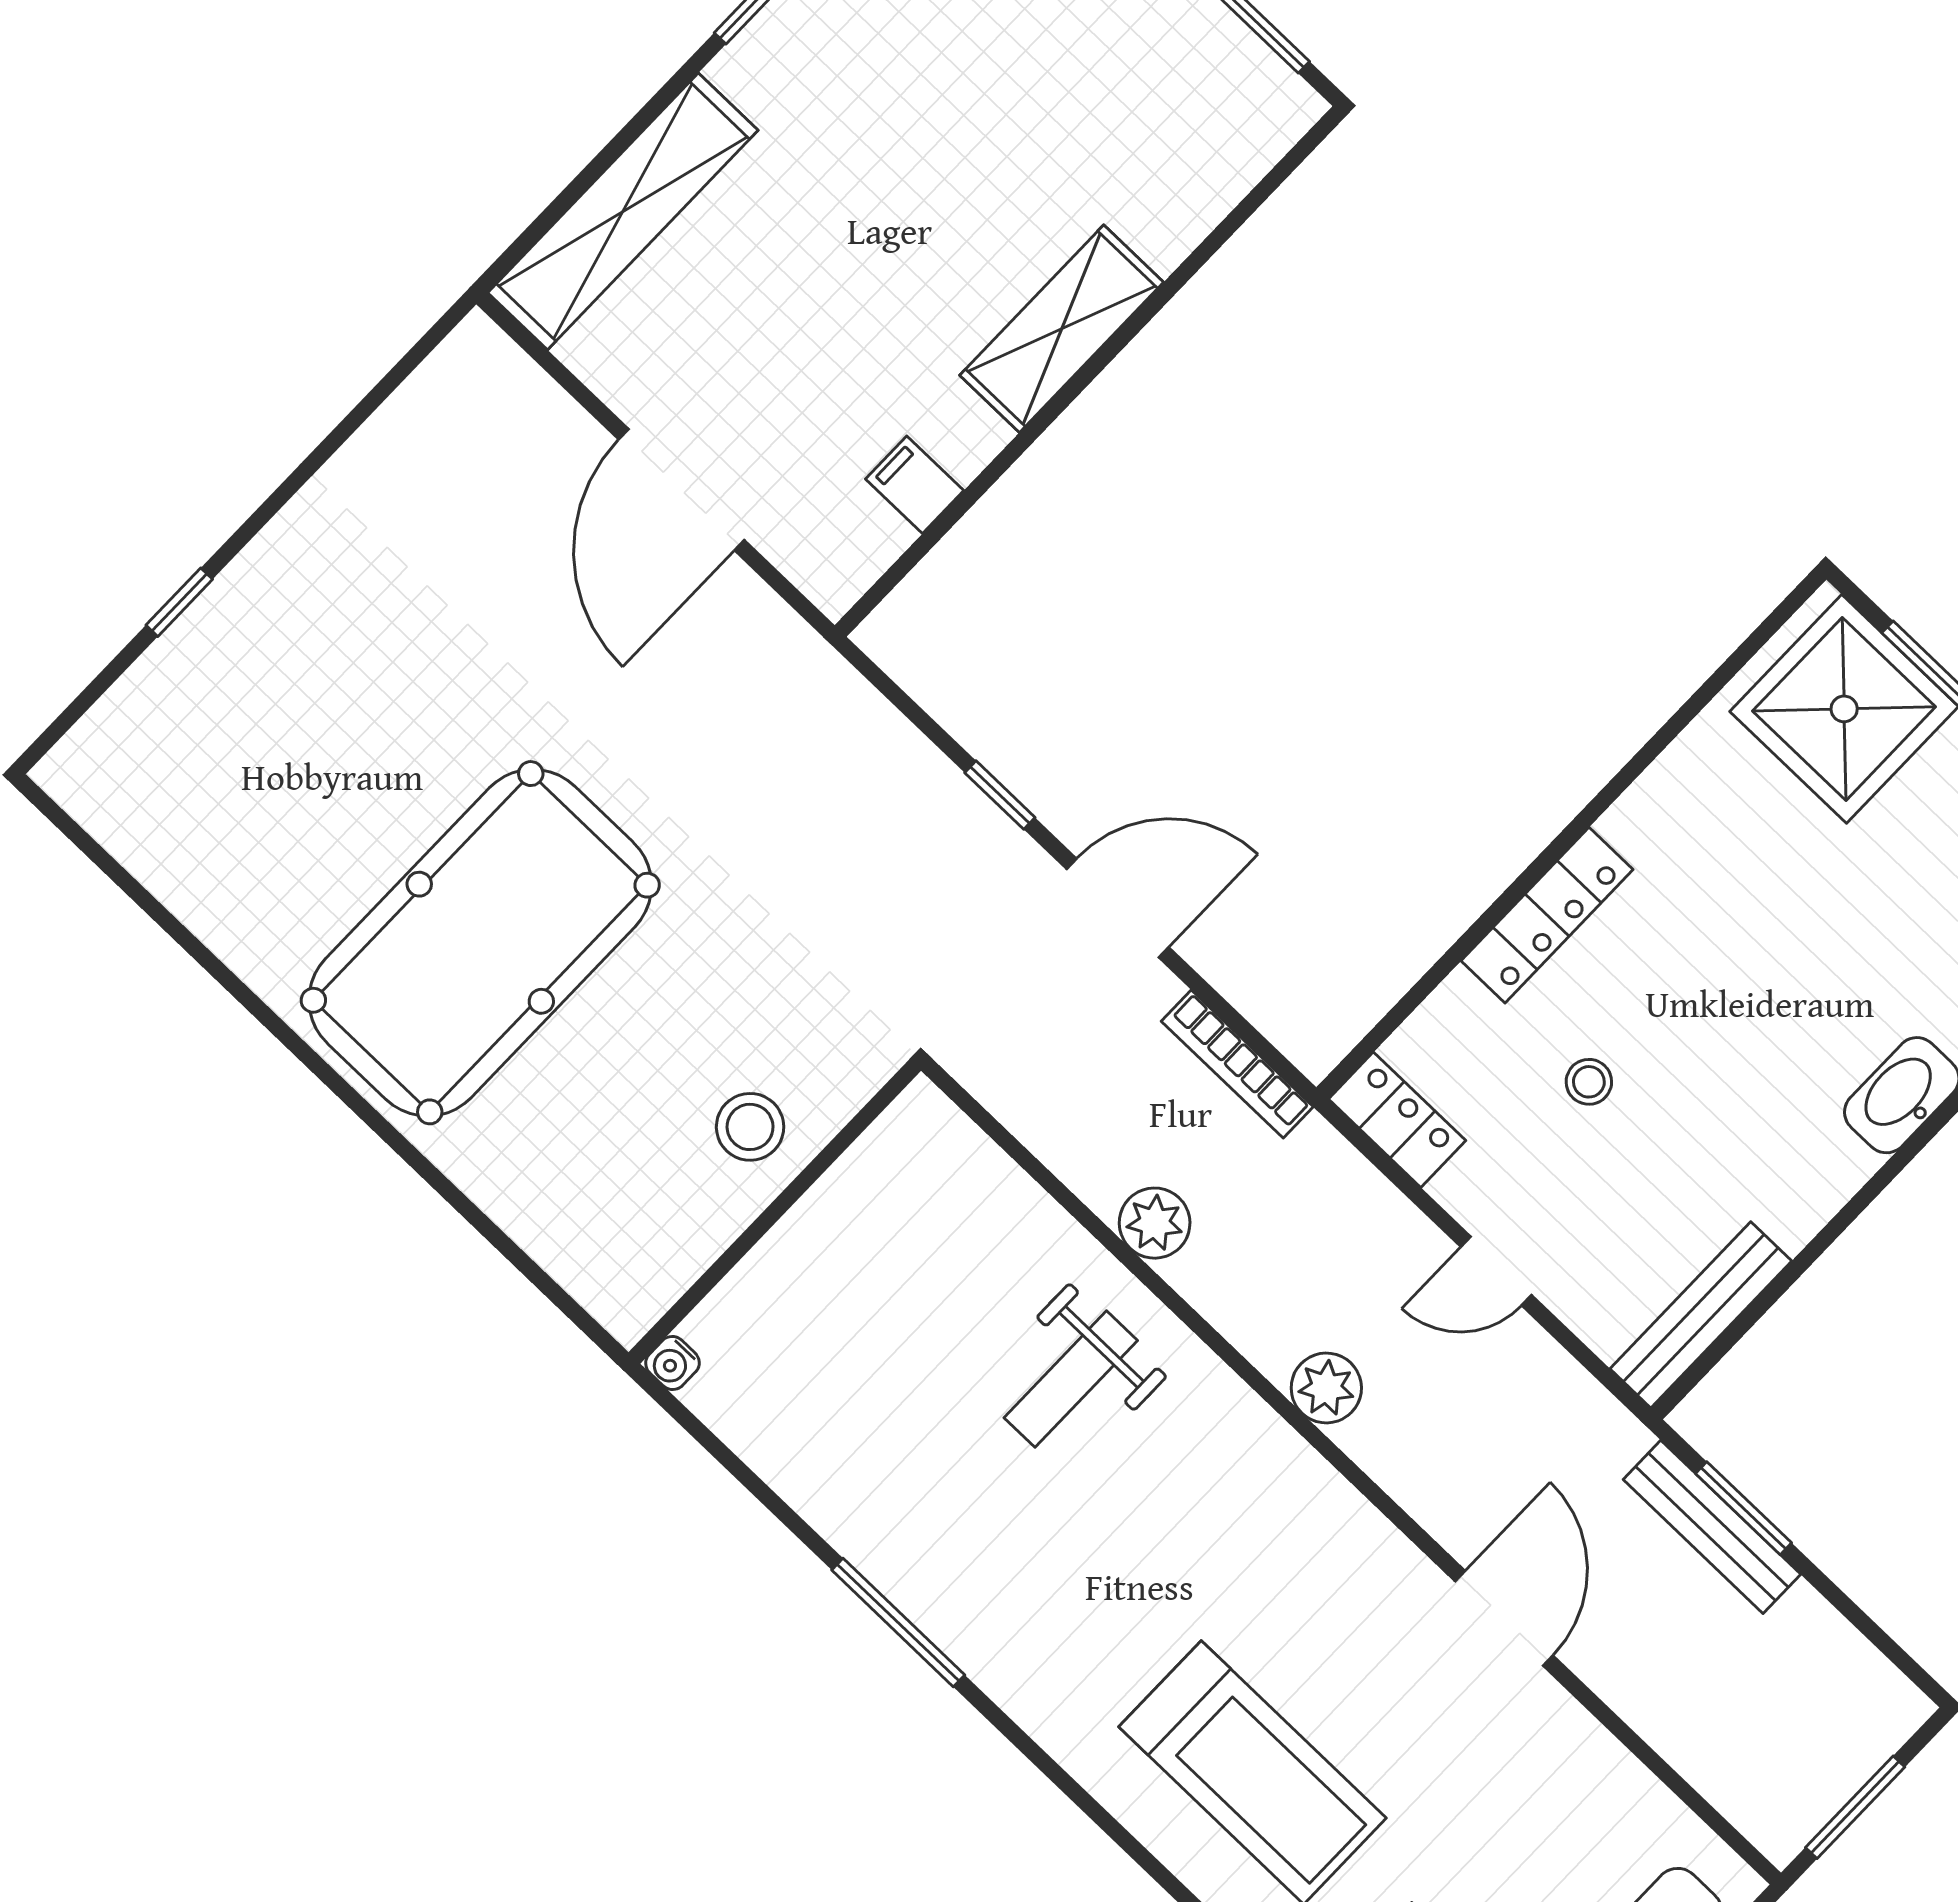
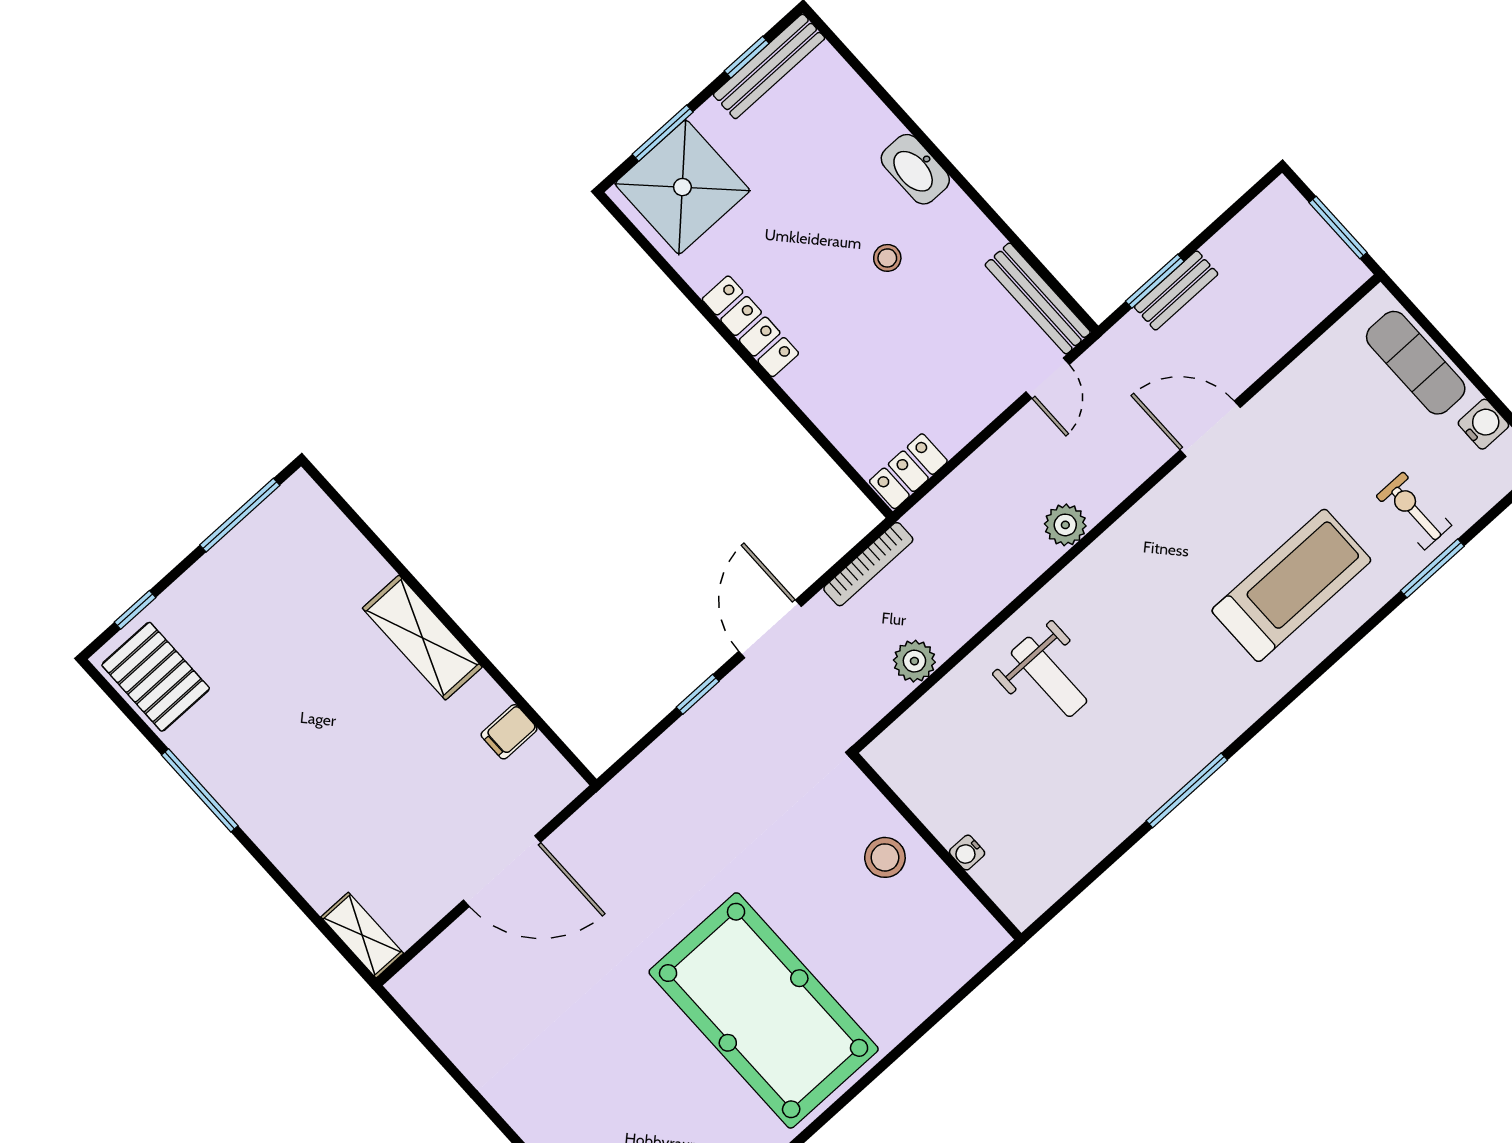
shelving: (623, 211) -> (362, 935), width x0.45, depth x0.75
locker: (1547, 915) -> (750, 326), moved
stool: (1589, 1082) -> (887, 258), moved
plant: (1155, 1223) -> (914, 661), moved
door: (1496, 1271) -> (1048, 378), moved
water cooler: (672, 1363) -> (967, 853), moved, turned 90
bench: (1712, 1527) -> (1176, 290), width x0.73

